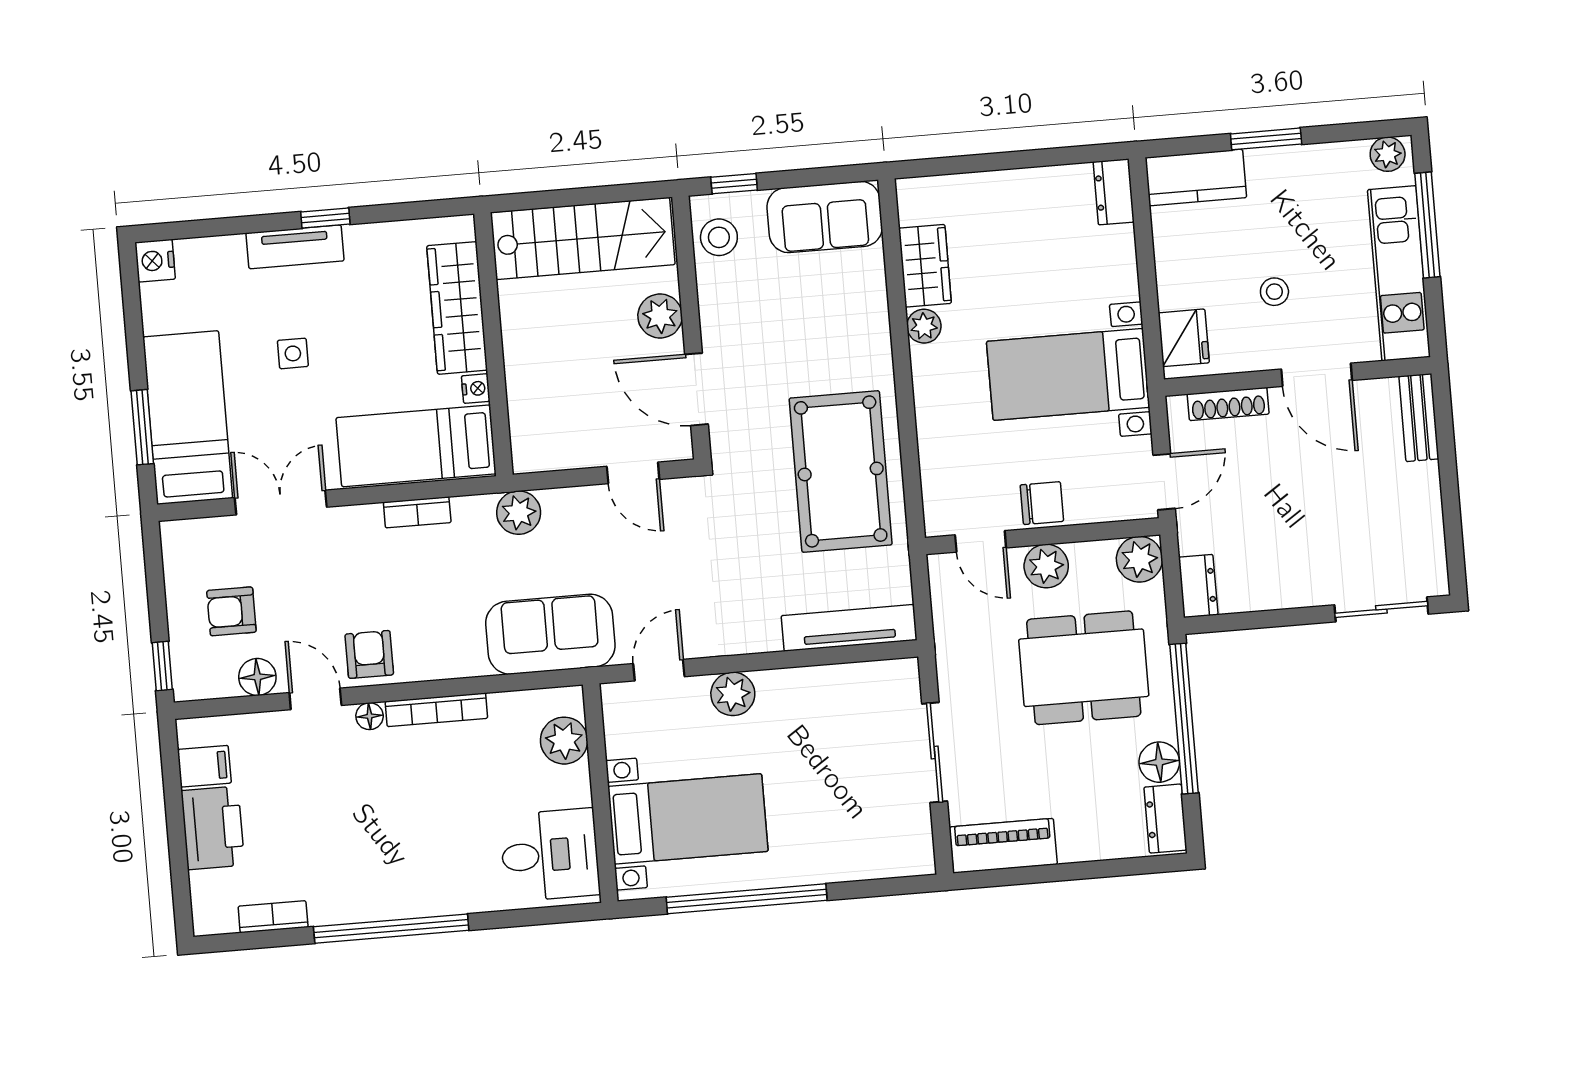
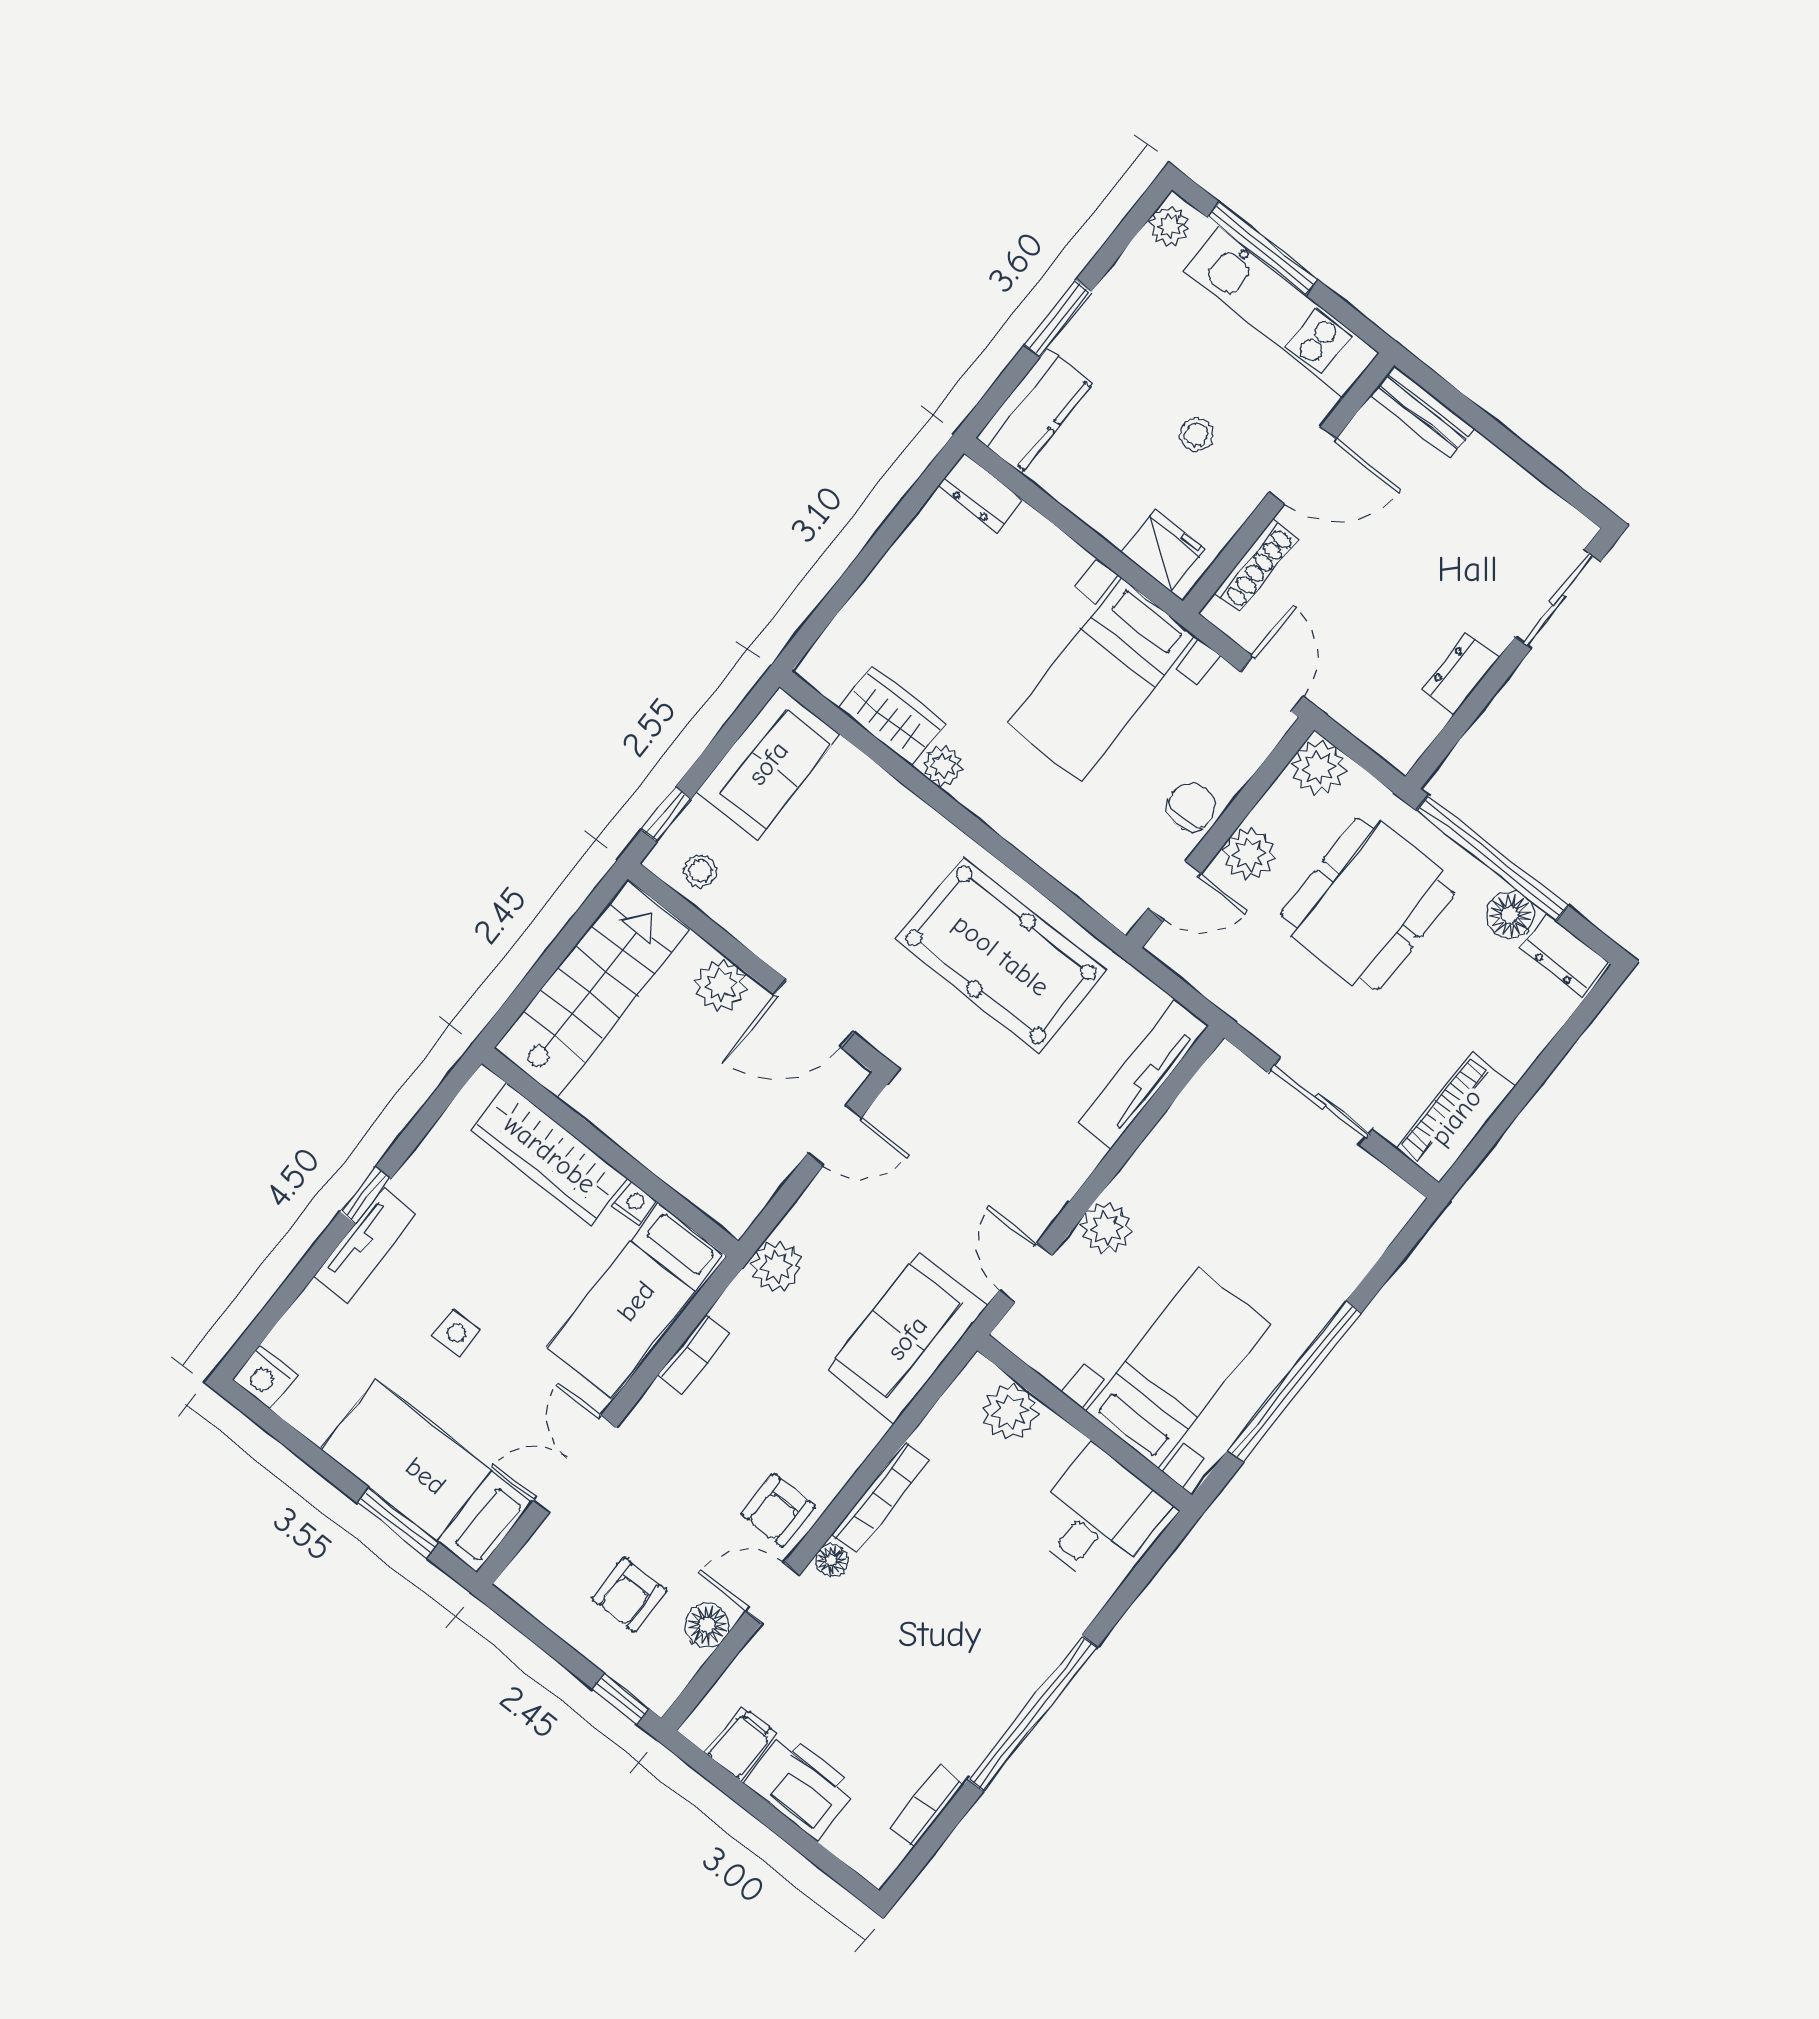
stool: (719, 237) -> (700, 871), width x0.73, depth x0.73
dresser: (1198, 586) -> (1461, 674), moved, turned -90
armchair: (369, 654) -> (778, 1510), turned -90

